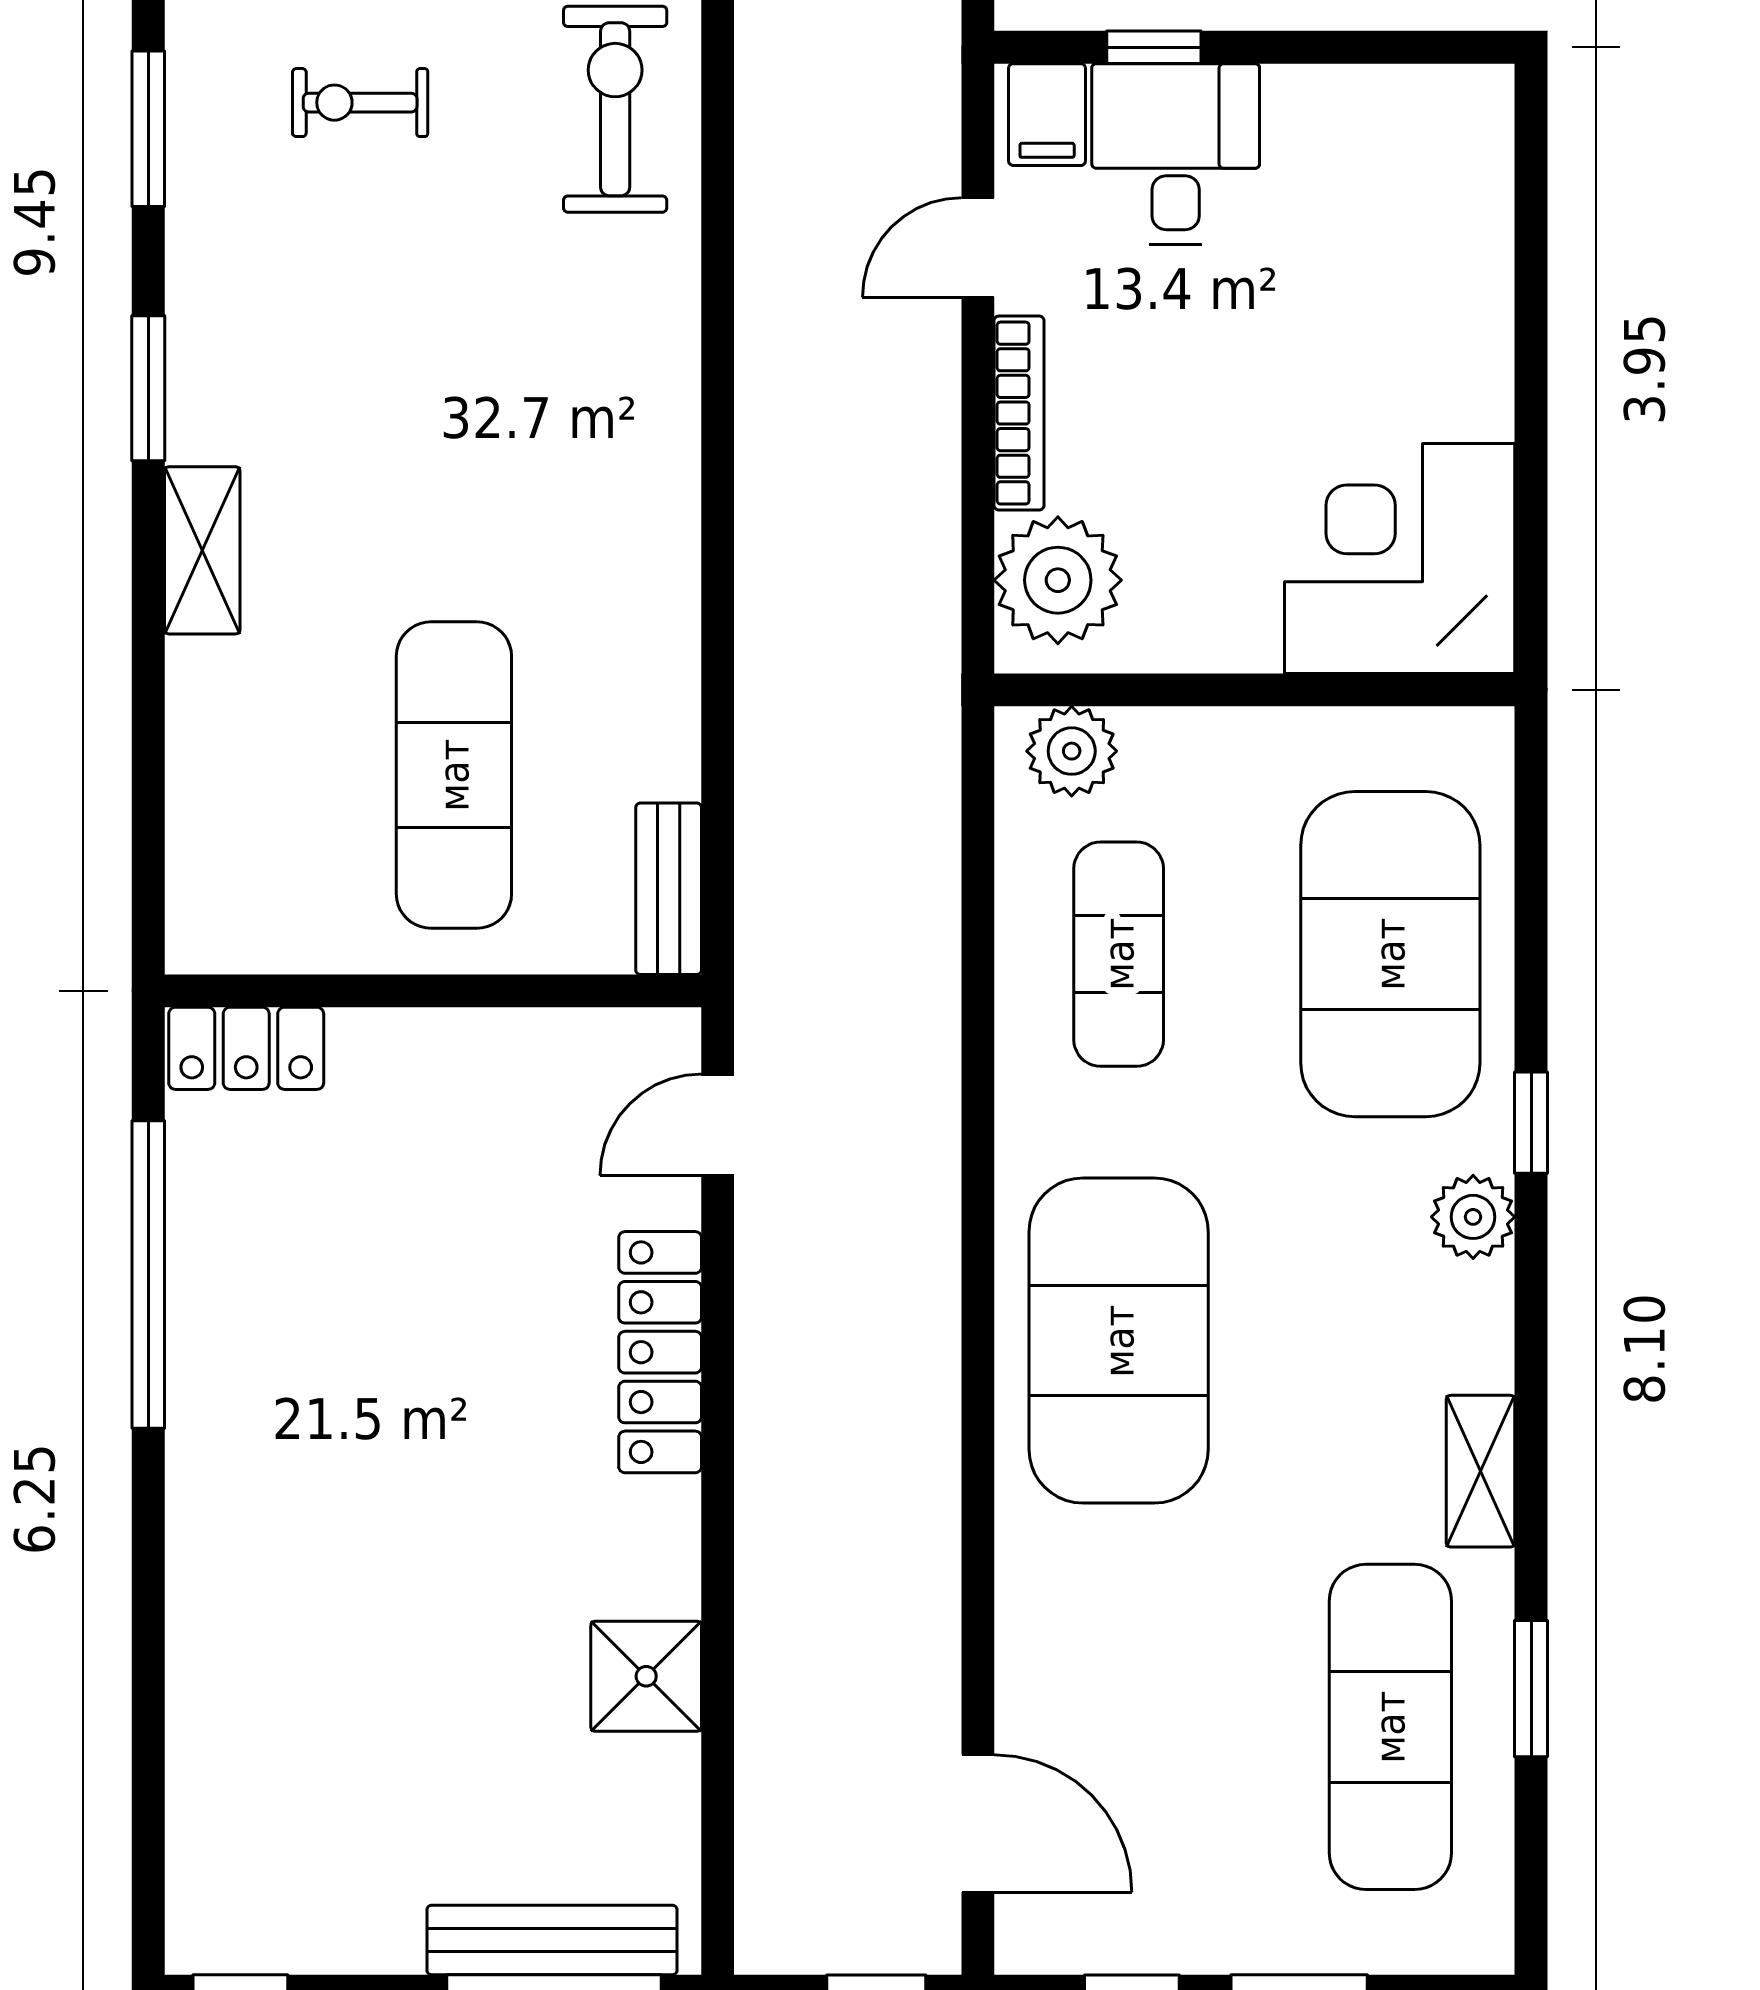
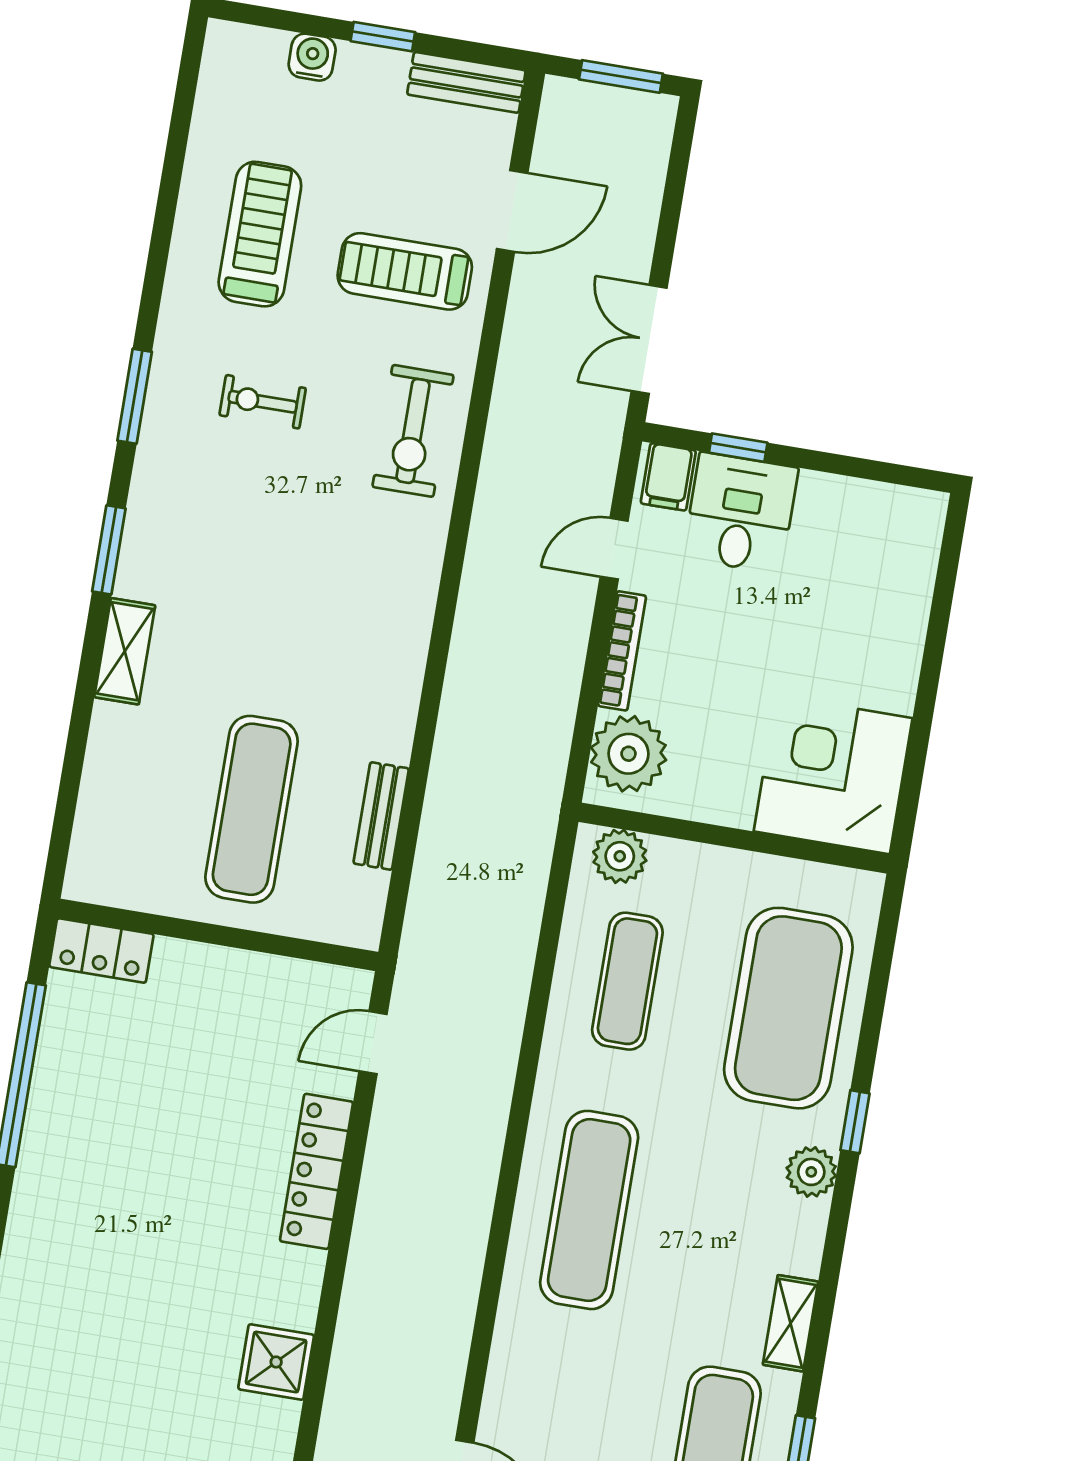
exercise bike: (615, 109) -> (413, 431), turned 180
bench: (669, 889) -> (381, 816), moved
exercise mat: (1119, 1341) -> (589, 1210), width x0.68

